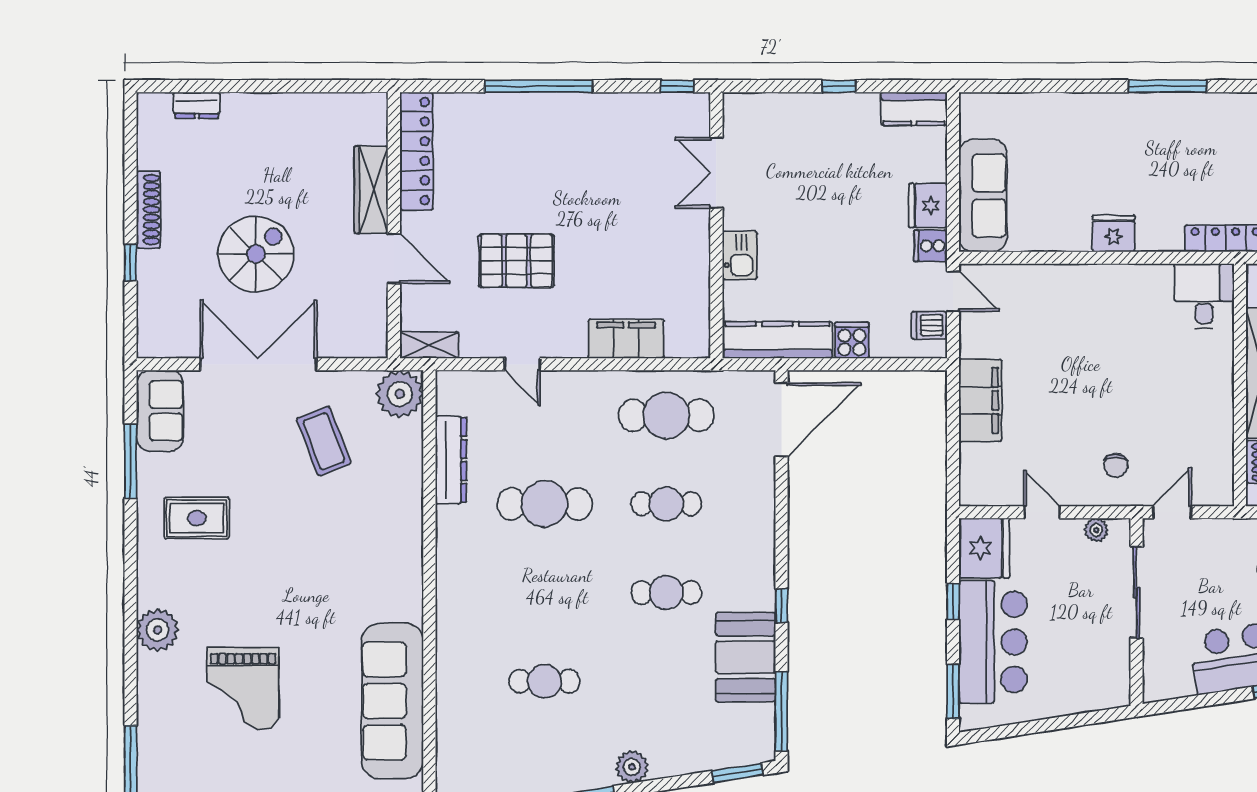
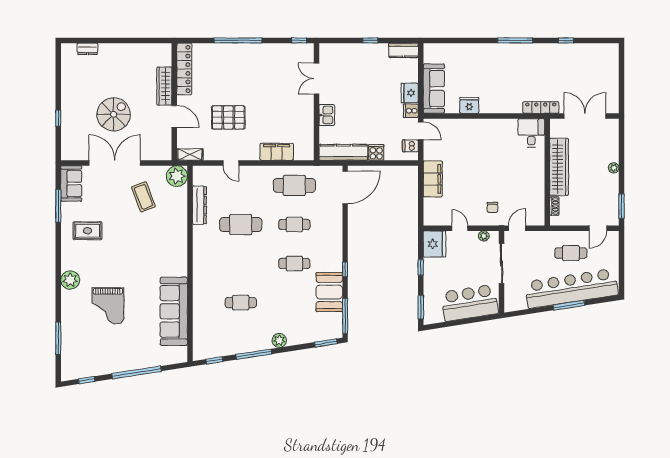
shoe rack: (148, 210) -> (66, 95), removed
fridge: (1114, 233) -> (469, 105), moved
bar counter: (993, 642) -> (470, 303), moved, turned -99

